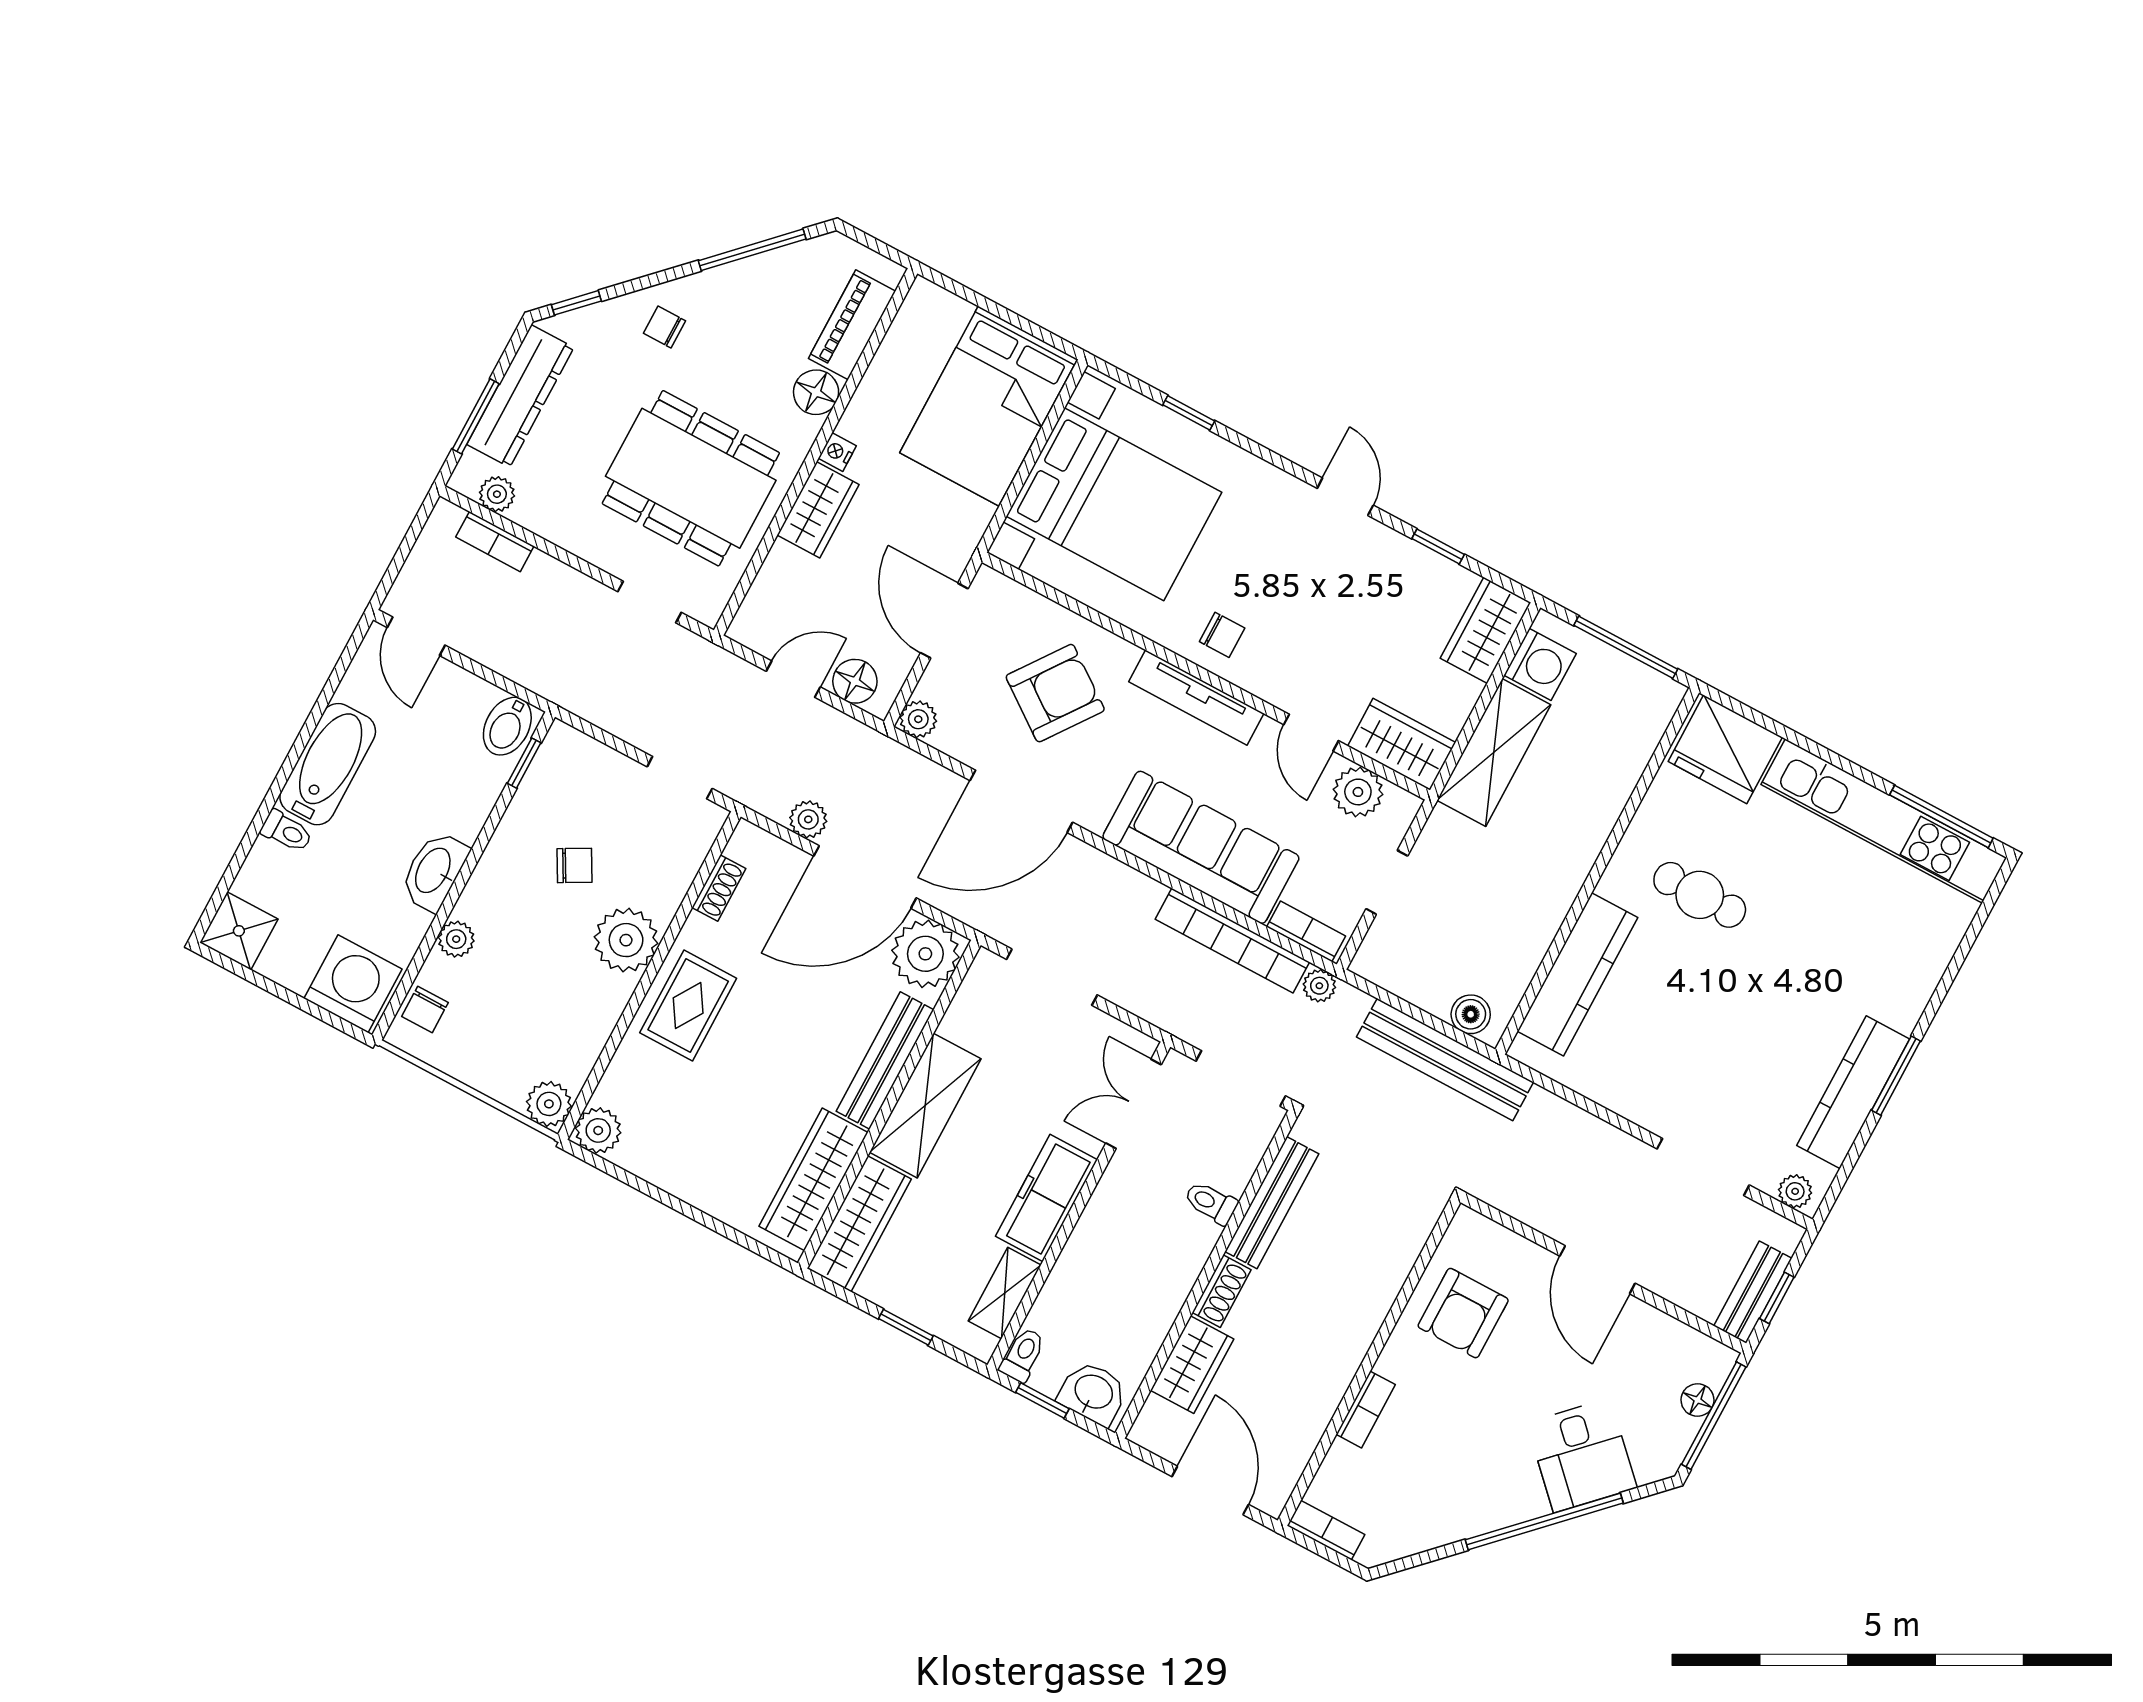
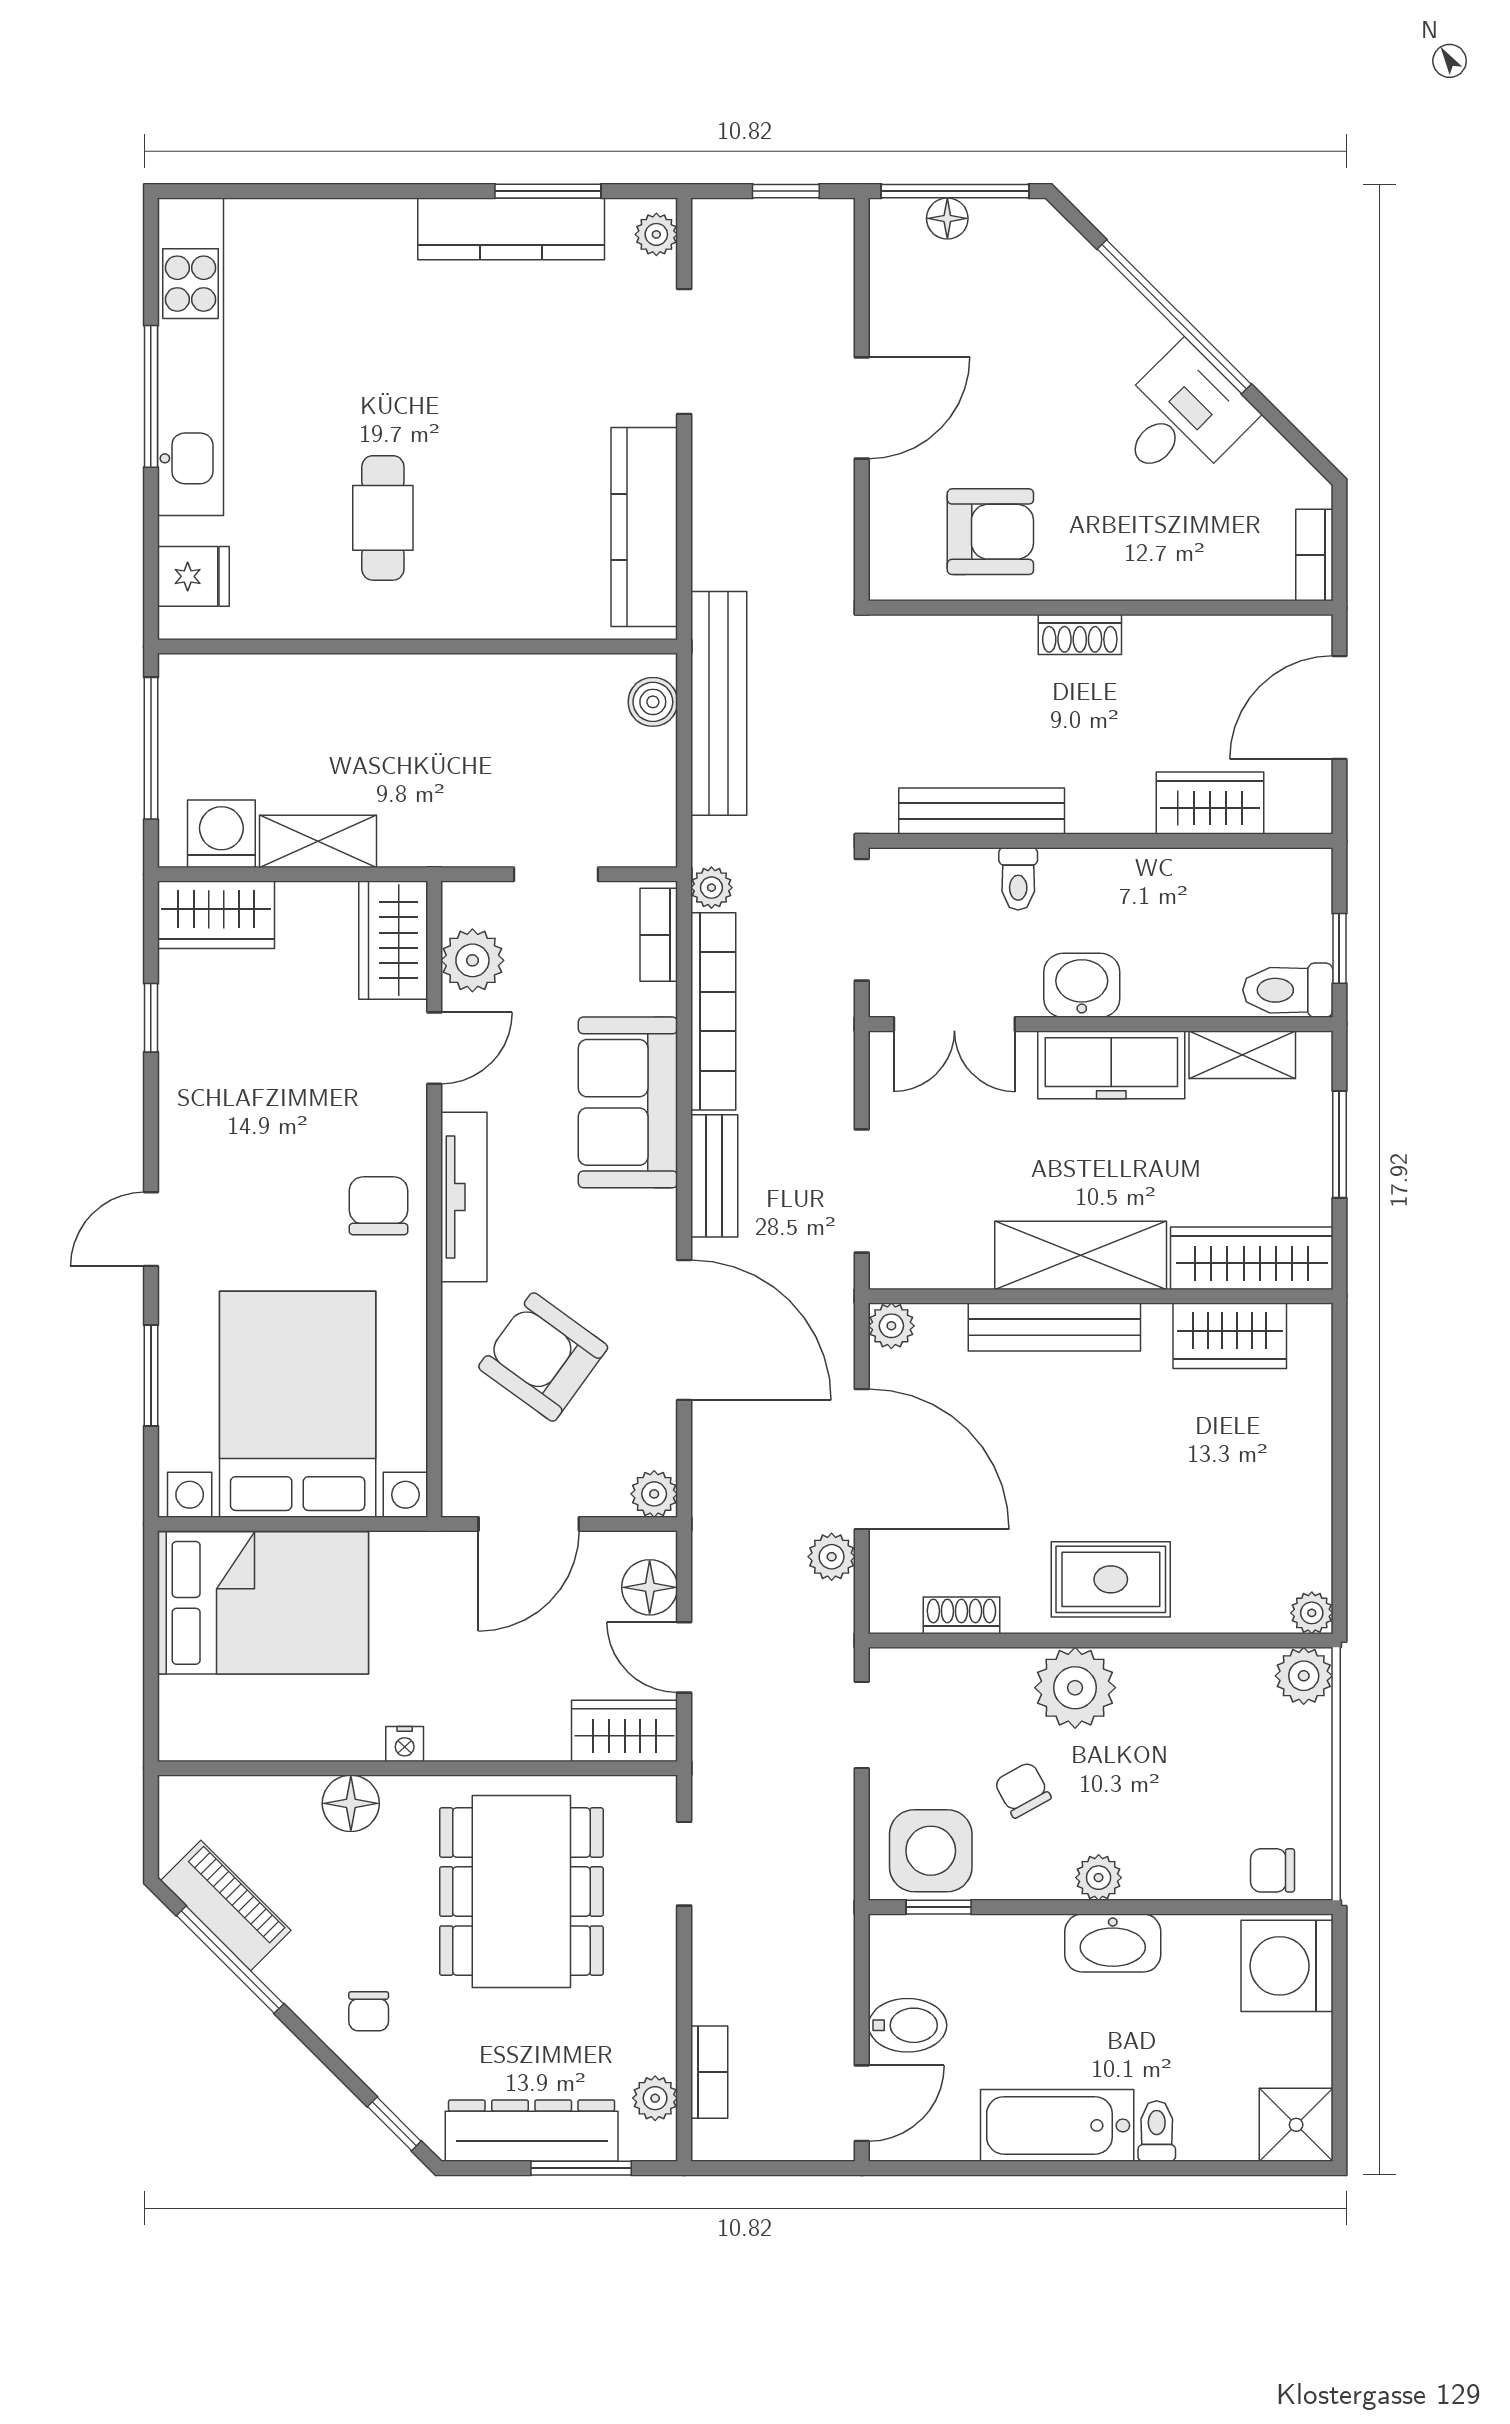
piano: (852, 325) -> (226, 1905), moved, turned -135
window: (1189, 413) -> (151, 1376), width x1.50
door: (1345, 497) -> (151, 1229), moved
wardrobe: (818, 510) -> (625, 1731), moved
chair: (1222, 635) -> (378, 1206), width x1.37, depth x1.37
bidet: (507, 726) -> (908, 2025), moved
fridge: (1725, 749) -> (193, 576), width x0.53, depth x0.75
shelving: (1494, 752) -> (318, 841), width x0.67, depth x0.75
side table: (566, 779) -> (931, 1851), added
window: (1941, 816) -> (151, 396), moved
sofa: (1201, 847) -> (628, 1102), width x0.73
plant: (456, 939) -> (1099, 1878), moved
plant: (925, 954) -> (891, 1326), width x0.53, depth x0.53
kitchen counter: (1577, 974) -> (644, 527), moved, turned -90
chair: (425, 1009) -> (1273, 1870), turned 180
window: (1896, 1076) -> (548, 191), moved
plant: (598, 1130) -> (1312, 1613), width x0.73, depth x0.73
wardrobe: (813, 1179) -> (1230, 1336), width x0.67
shoe rack: (1222, 1291) -> (1080, 634), moved, turned 180
bench: (1753, 1292) -> (714, 1176), moved, turned 90
window: (906, 1327) -> (1339, 1144), width x1.50
toilet: (1023, 1355) -> (1288, 990), width x1.37, depth x1.39
washbasin: (1093, 1393) -> (1082, 985), moved, turned 90
bookcase: (1366, 1409) -> (1156, 583), removed
desk: (1582, 1455) -> (1181, 417), moved

